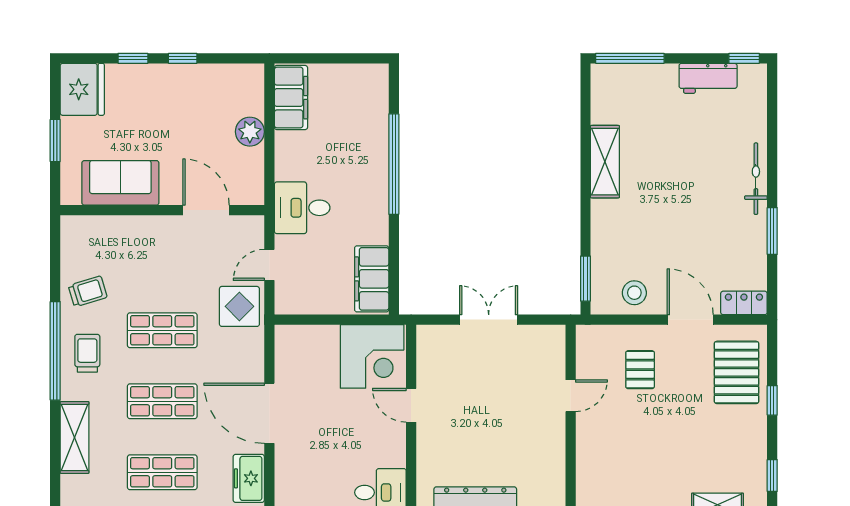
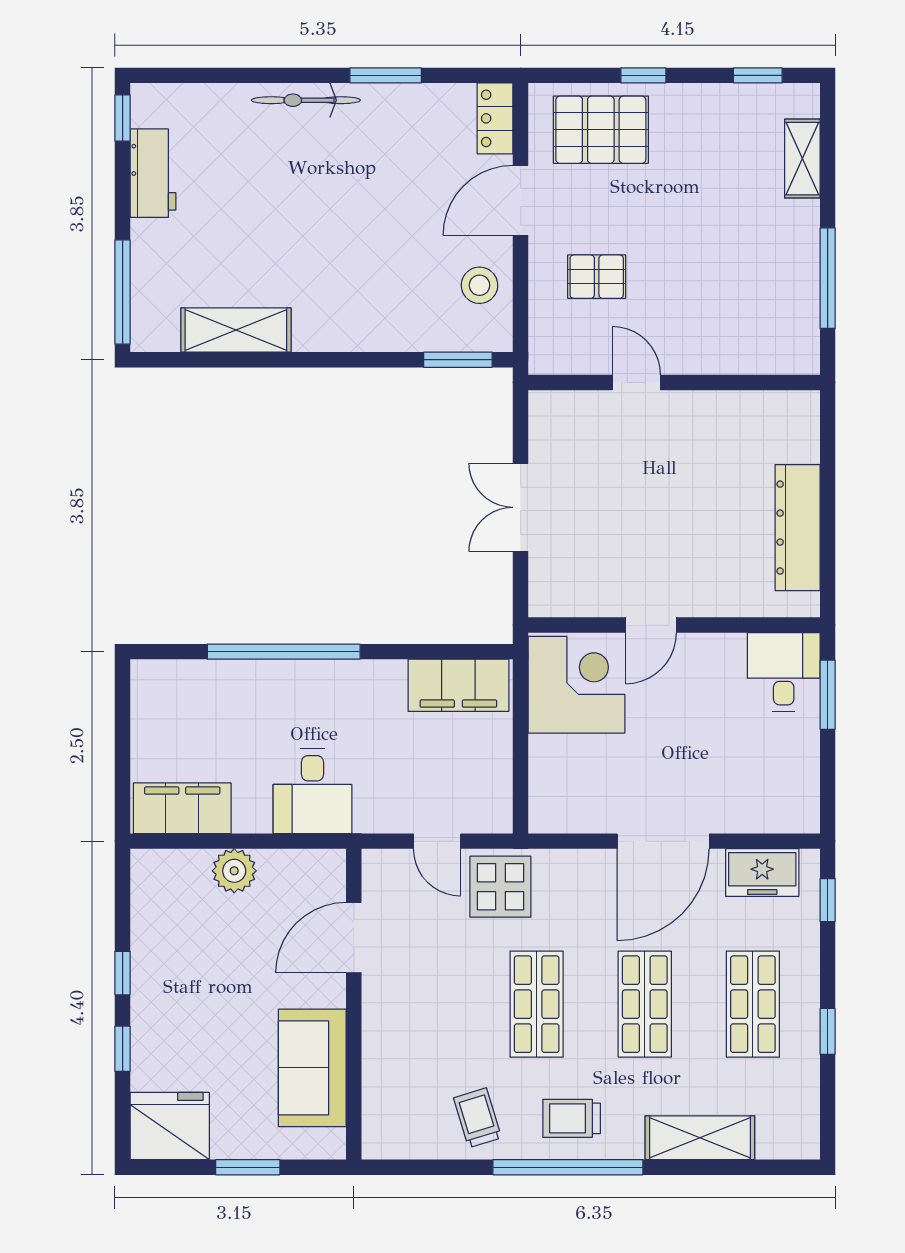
shelving: (605, 162) -> (236, 330), moved
desk: (302, 208) -> (312, 791), moved

